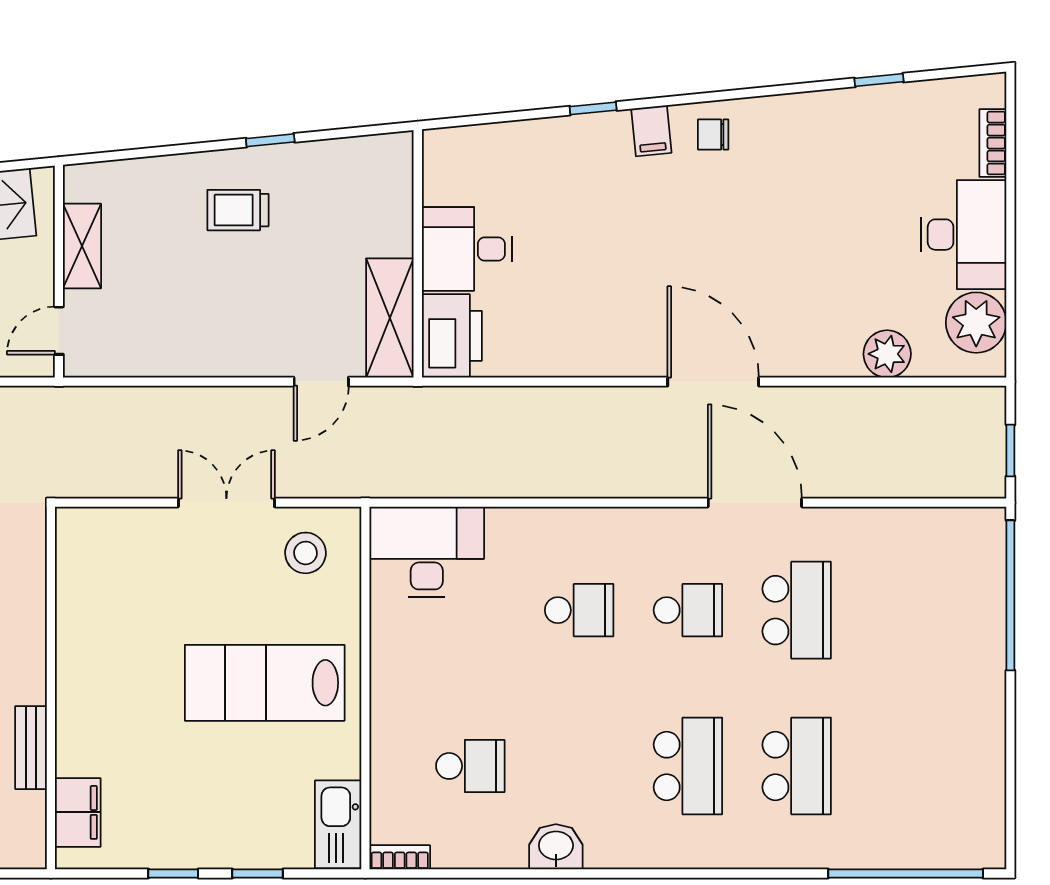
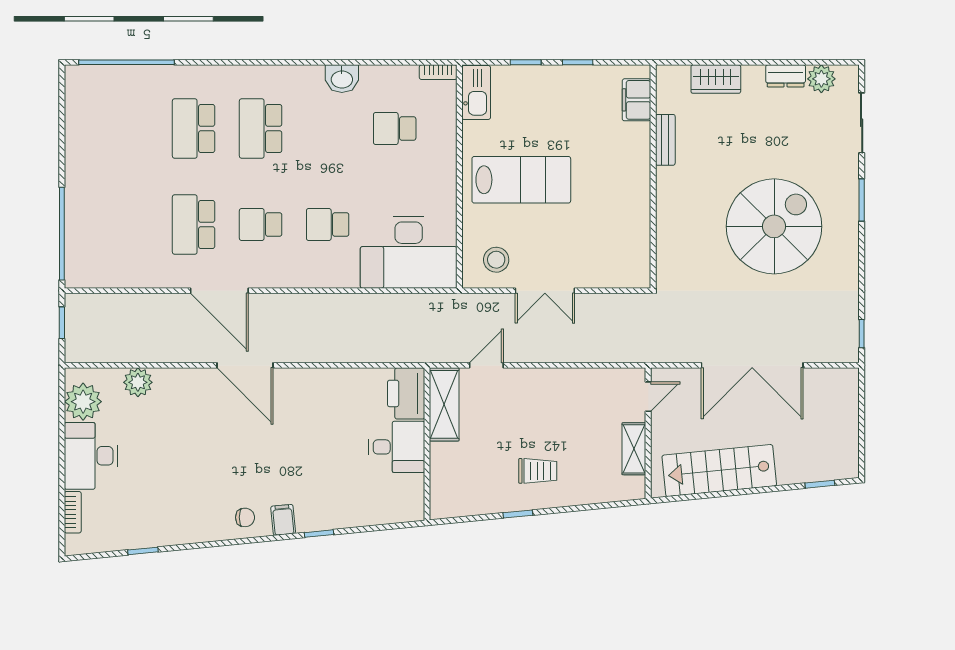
desk: (427, 552) -> (409, 252), width x1.36, depth x1.30

